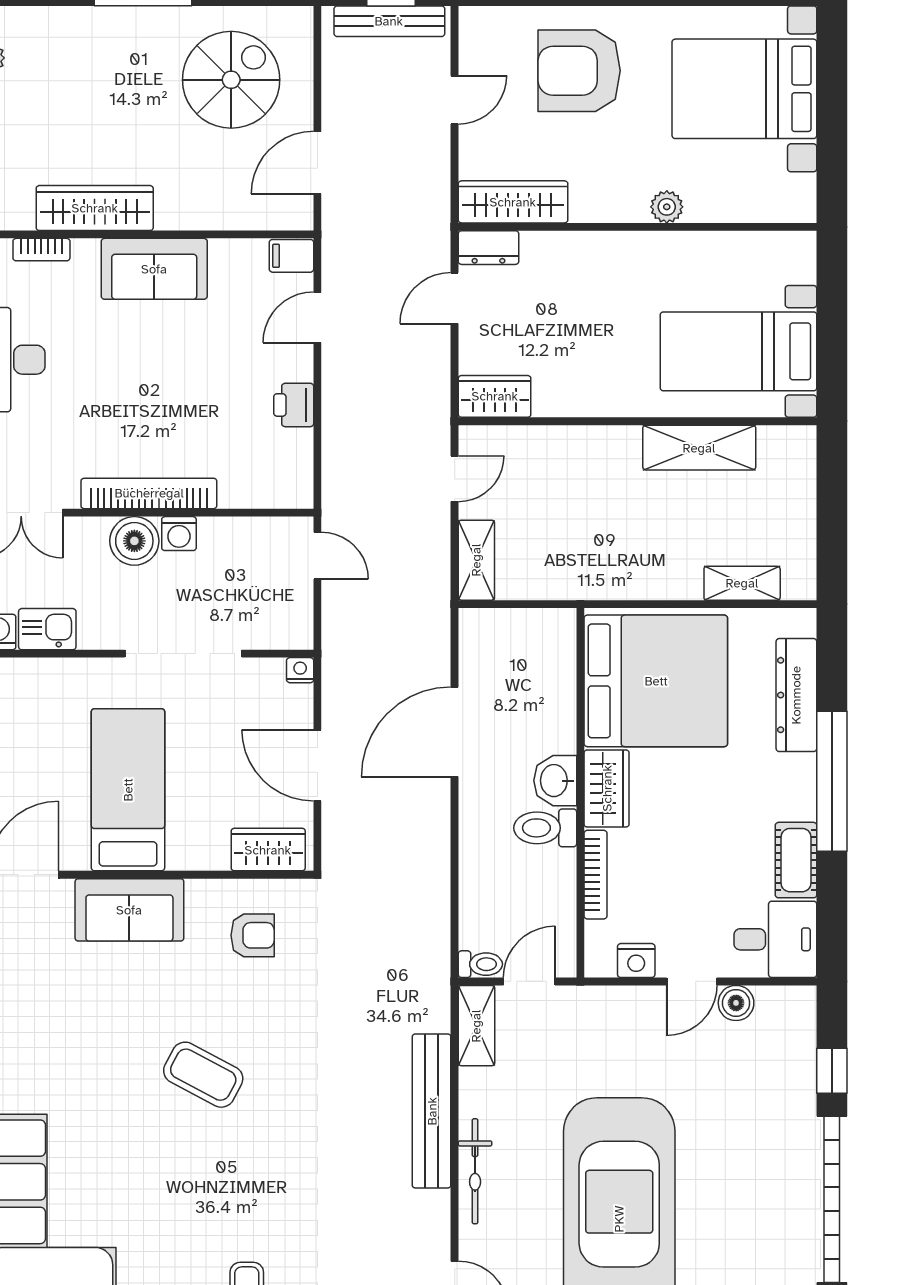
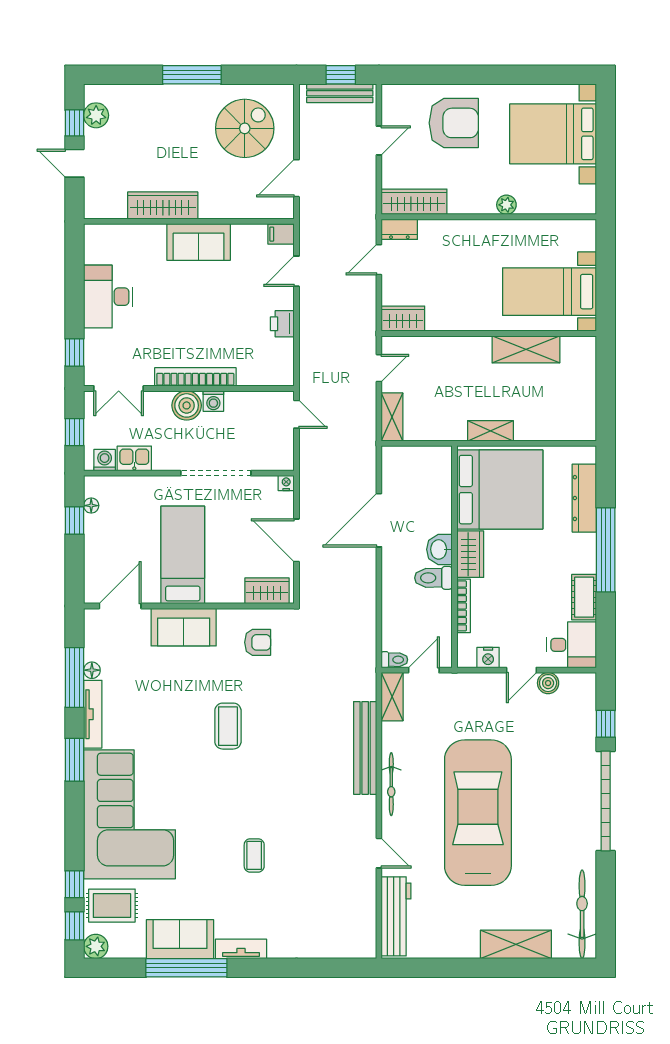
armchair: (579, 71) -> (454, 123), turned 180
bookcase: (41, 250) -> (131, 230), removed
shelving: (742, 583) -> (490, 431), moved
coffee table: (203, 1075) -> (228, 726), turned 62

